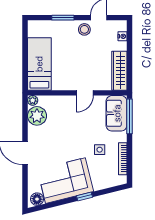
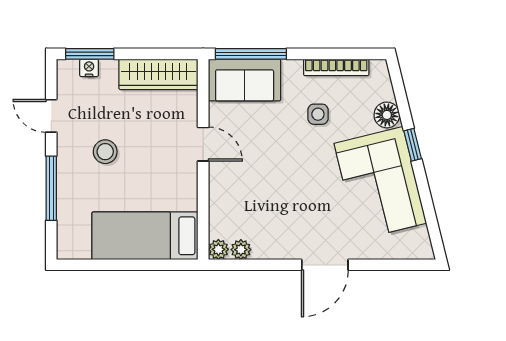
window: (63, 18) -> (51, 188), width x1.44
stool: (84, 29) -> (105, 152), moved
window: (129, 37) -> (90, 54), added
plant: (37, 116) -> (241, 250), width x0.53, depth x0.53
floor lamp: (37, 199) -> (387, 115), moved

